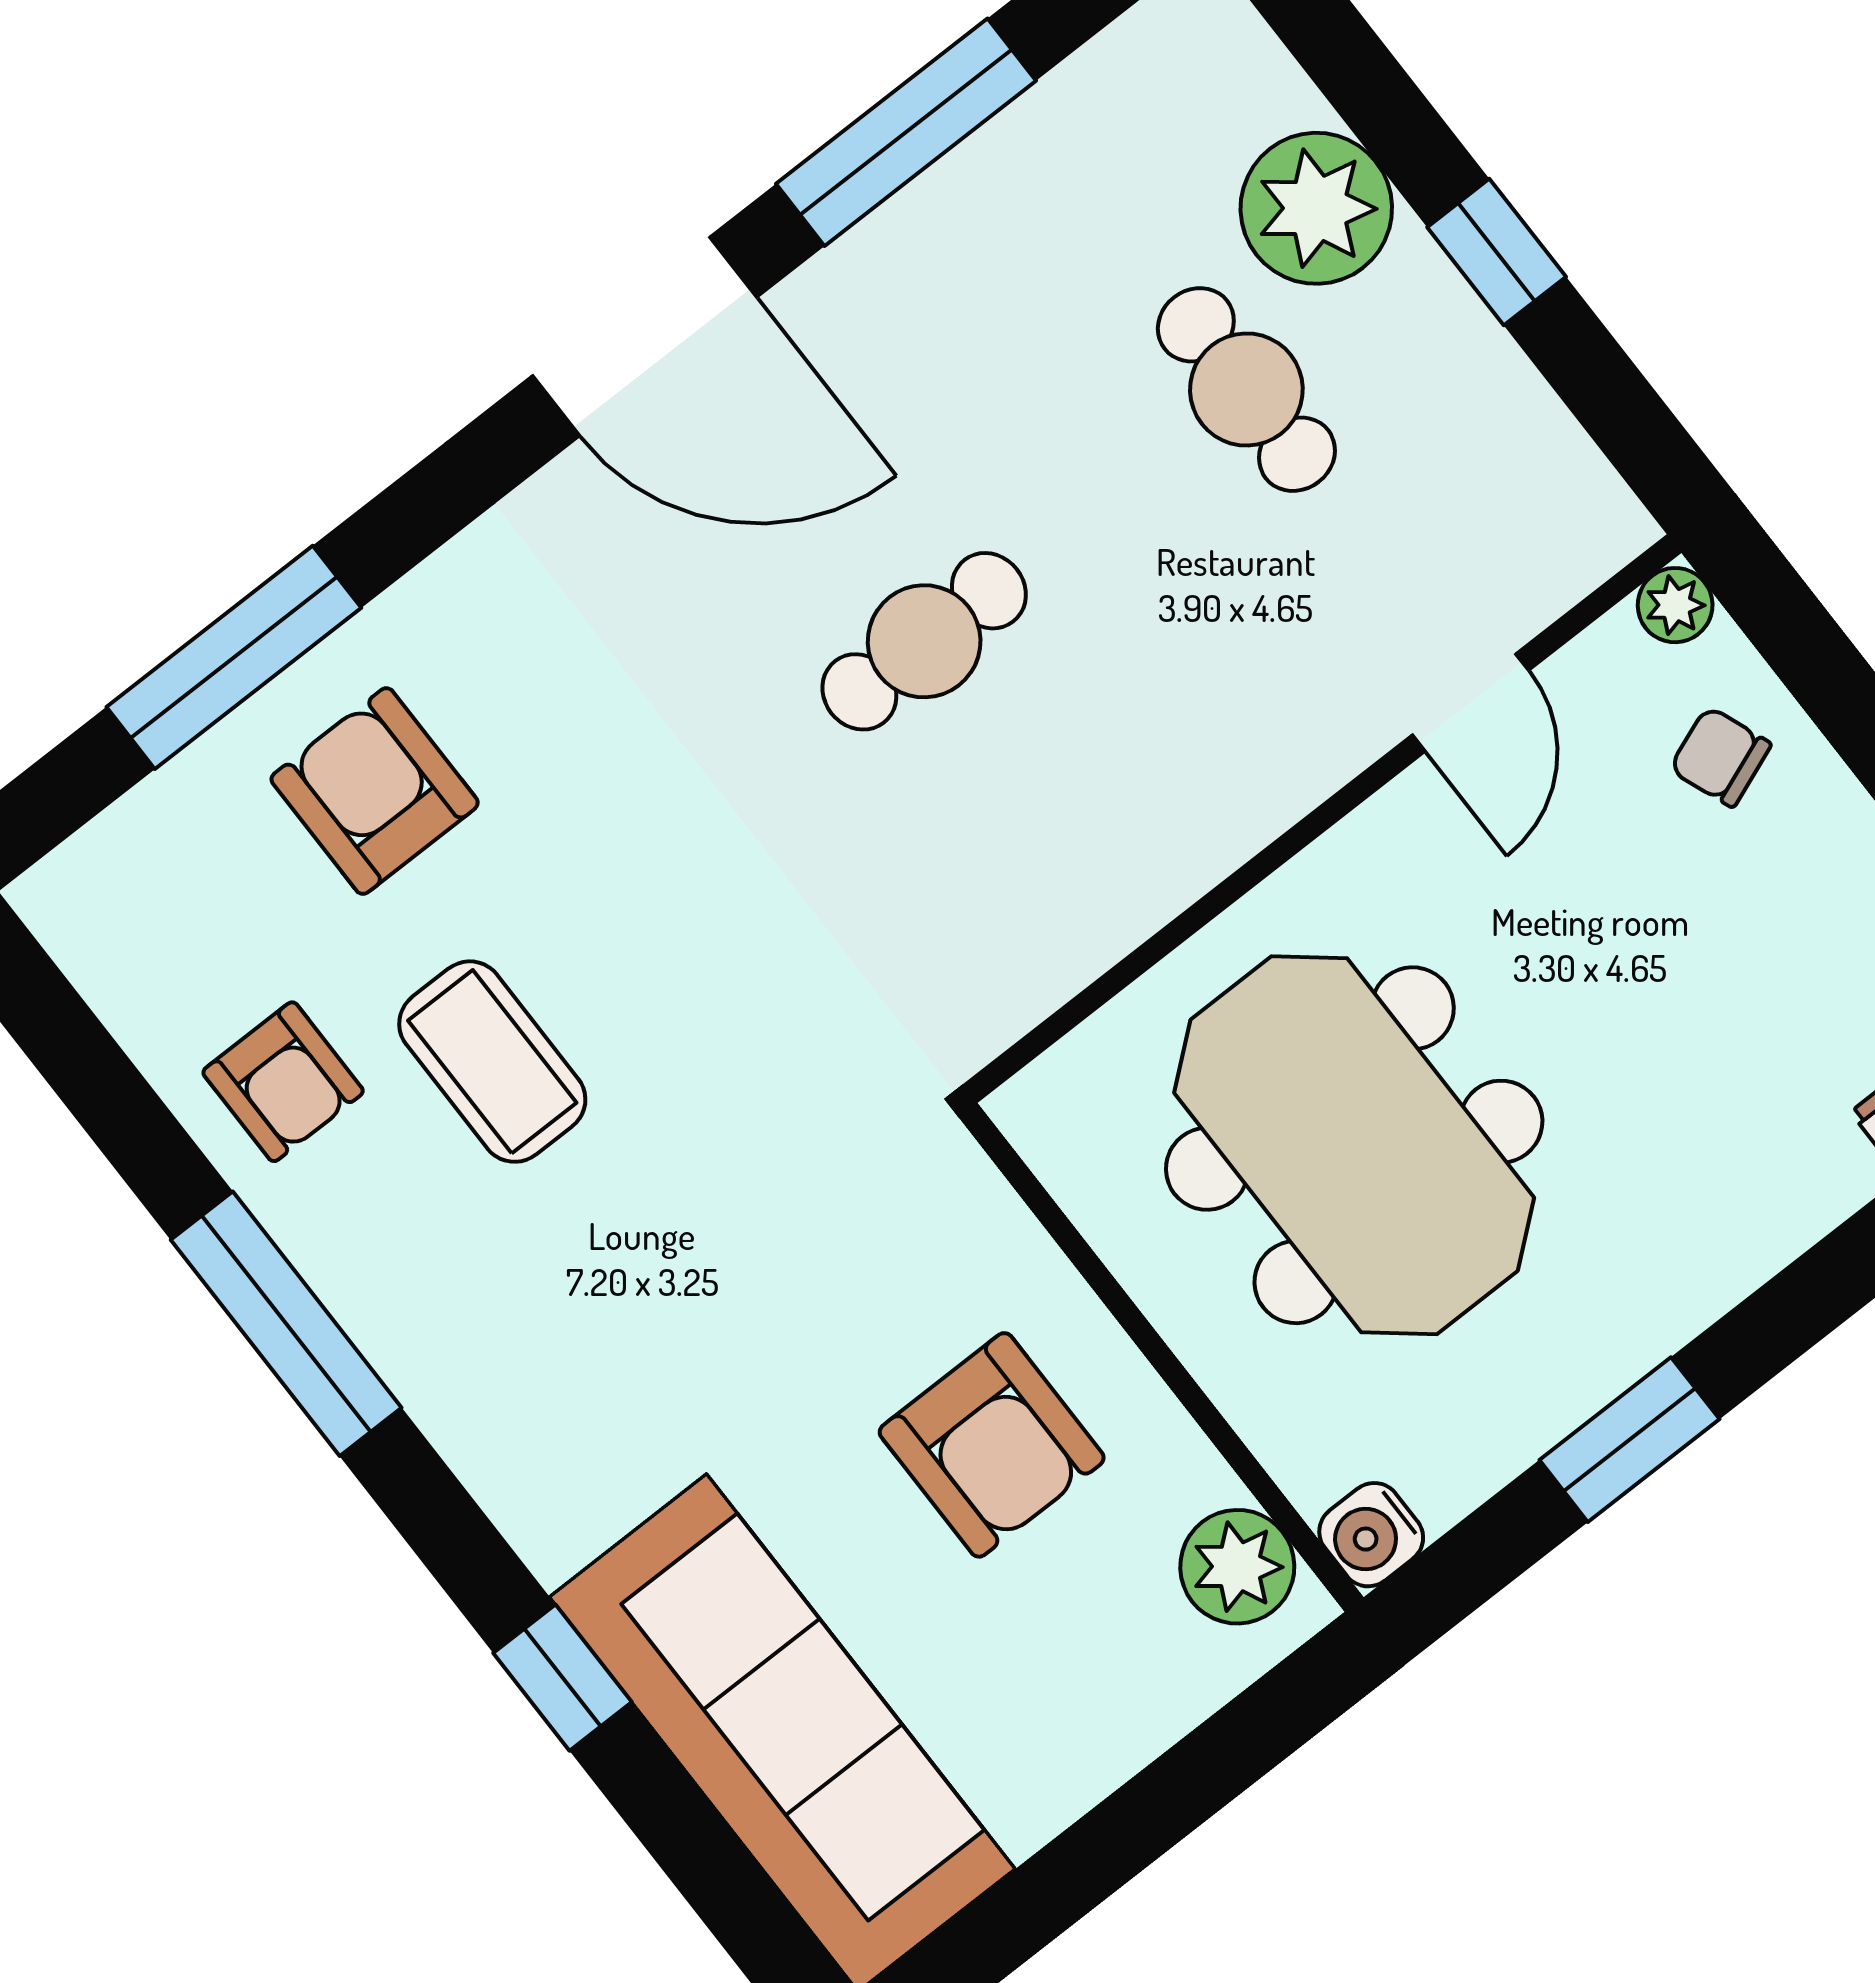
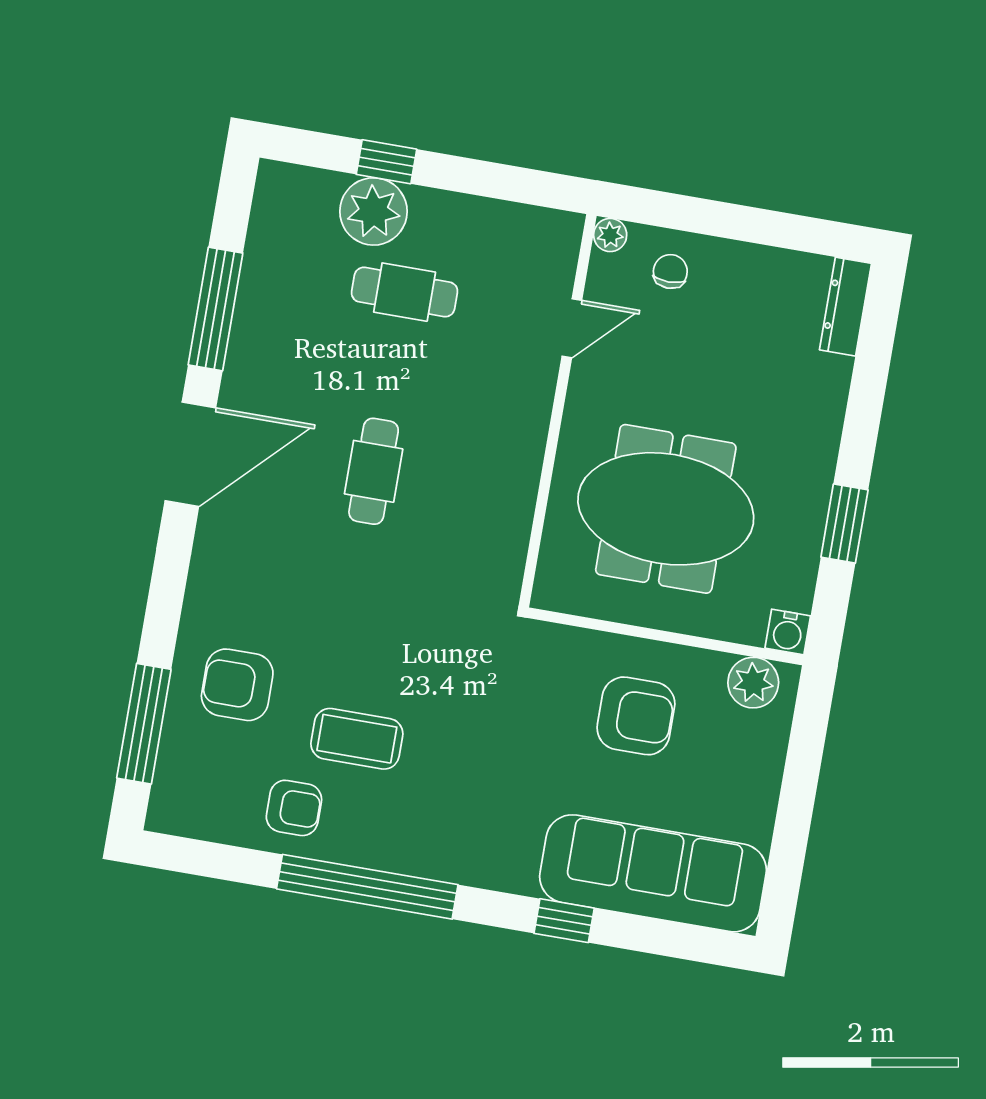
window: (1497, 252) -> (387, 162), moved
window: (234, 657) -> (144, 724), moved
door: (1470, 703) -> (572, 328), hinge flipped
chair: (1720, 757) -> (670, 271), turned 111
window: (286, 1324) -> (367, 887), width x1.46

